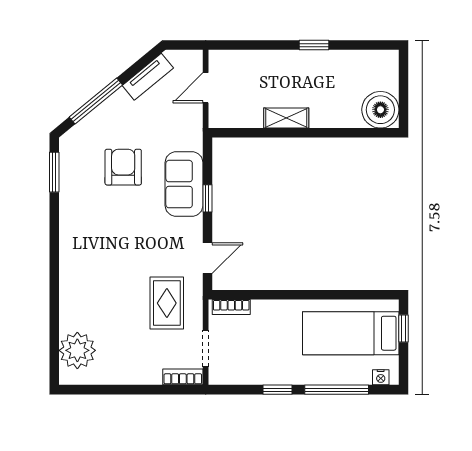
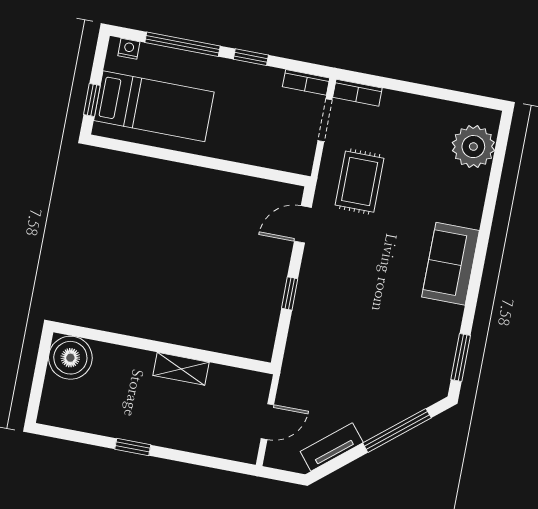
armchair: (123, 167) -> (380, 348), removed
sofa: (184, 184) -> (451, 264), moved, turned 180
bookcase: (231, 307) -> (306, 82), moved, turned 180

